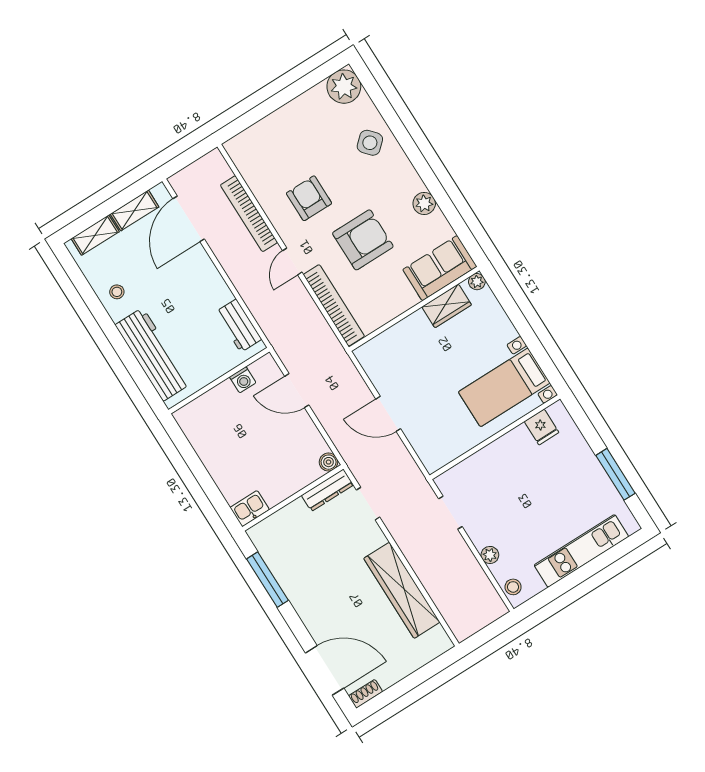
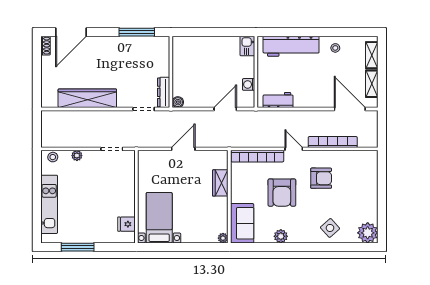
wardrobe: (447, 306) -> (220, 183), moved
kitchen sink: (250, 509) -> (247, 46), moved, turned 180

